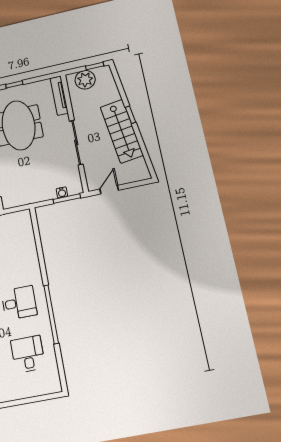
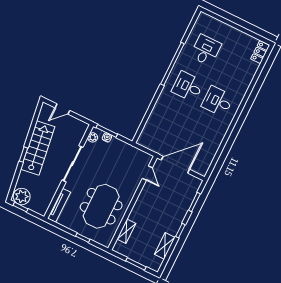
plant: (85, 80) -> (22, 196), moved
plant: (76, 182) -> (93, 137), added
door: (109, 190) -> (62, 109), moved
desk: (28, 354) -> (206, 50), turned 180

